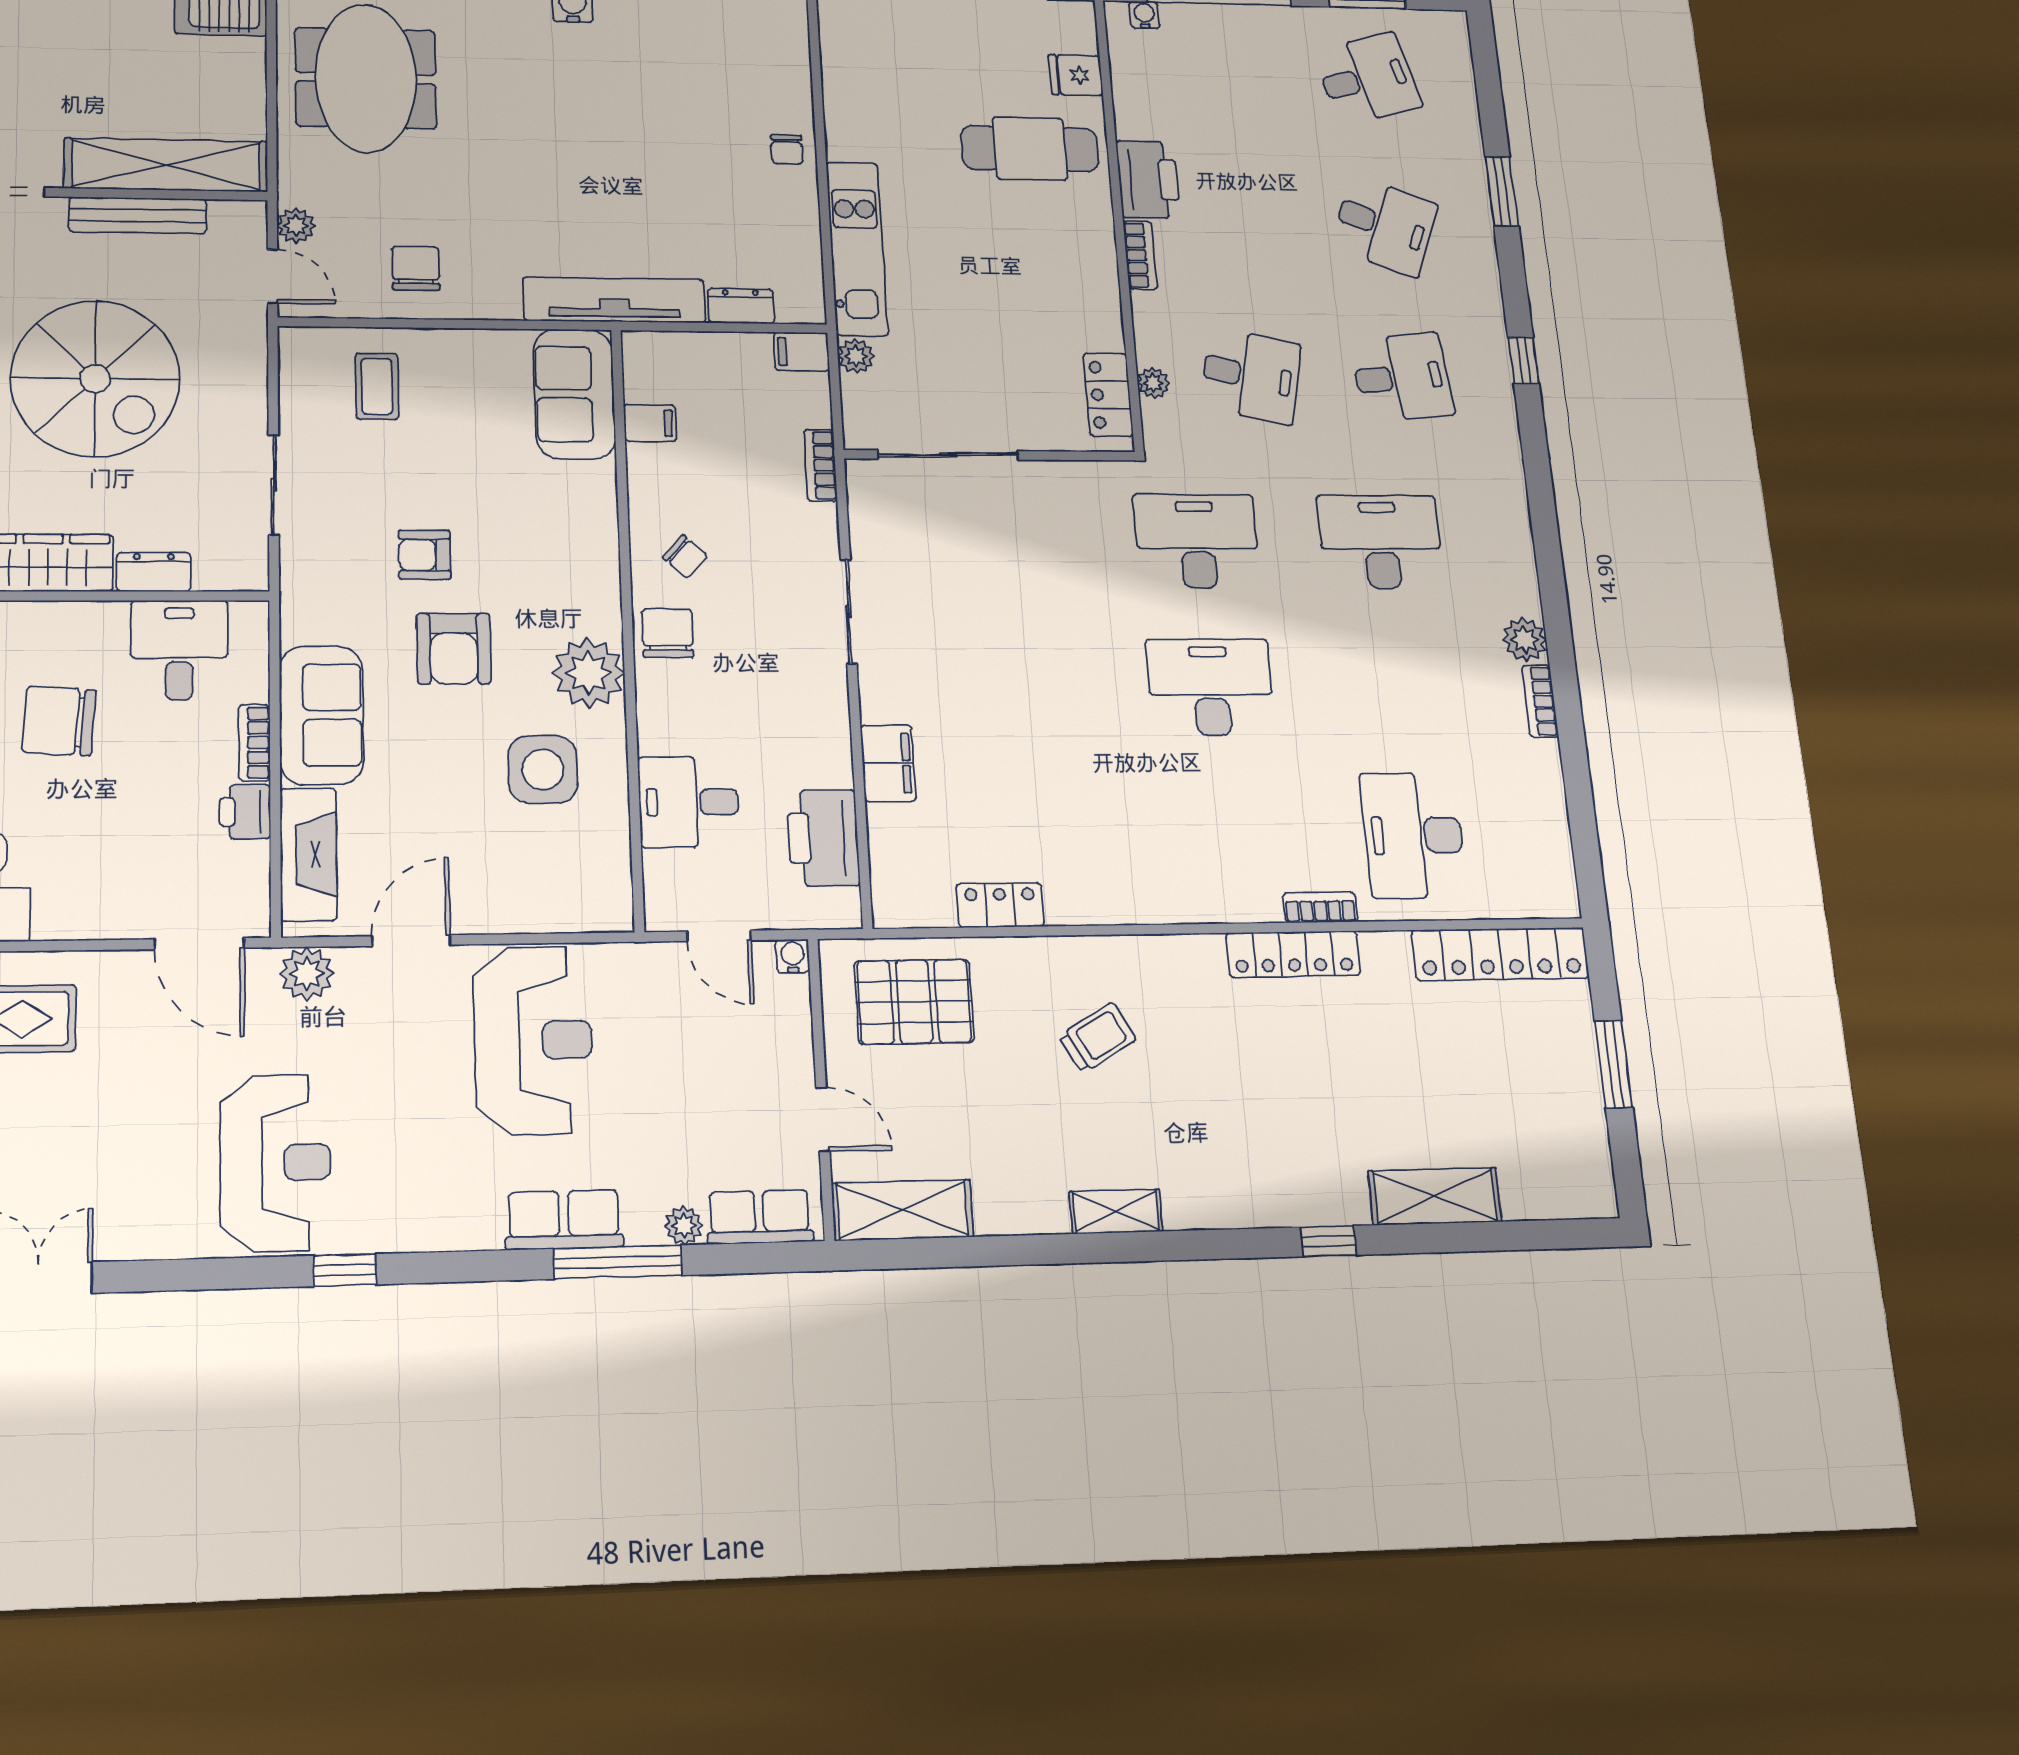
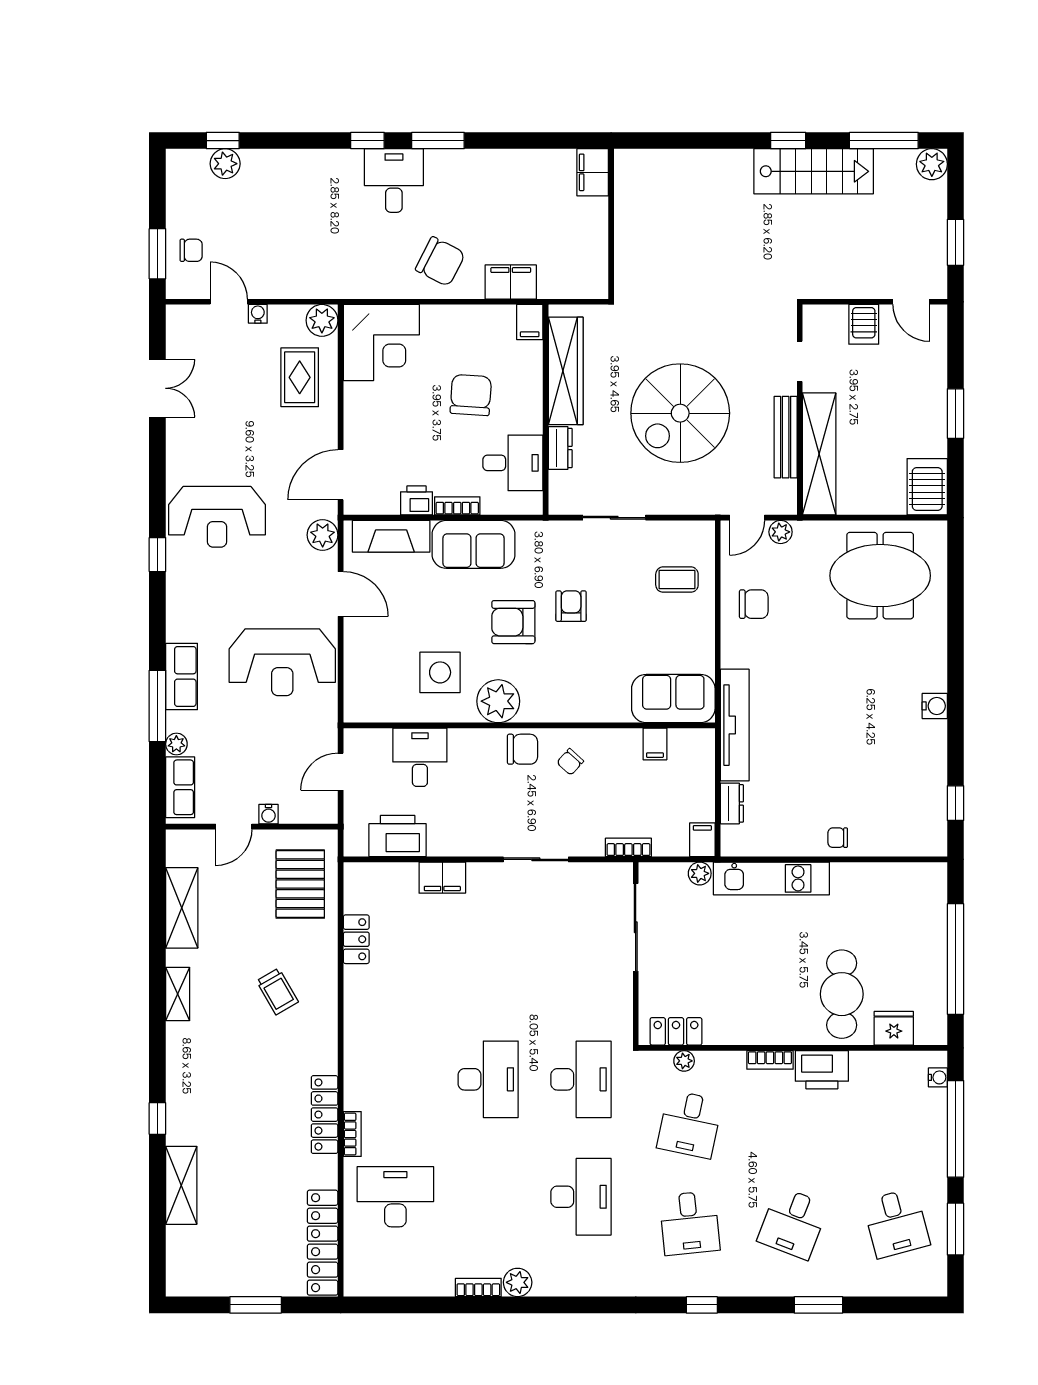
fridge: (1076, 75) -> (894, 1028), width x1.38
water cooler: (793, 956) -> (268, 814), moved, turned 90
shelving: (902, 1210) -> (182, 908), moved

